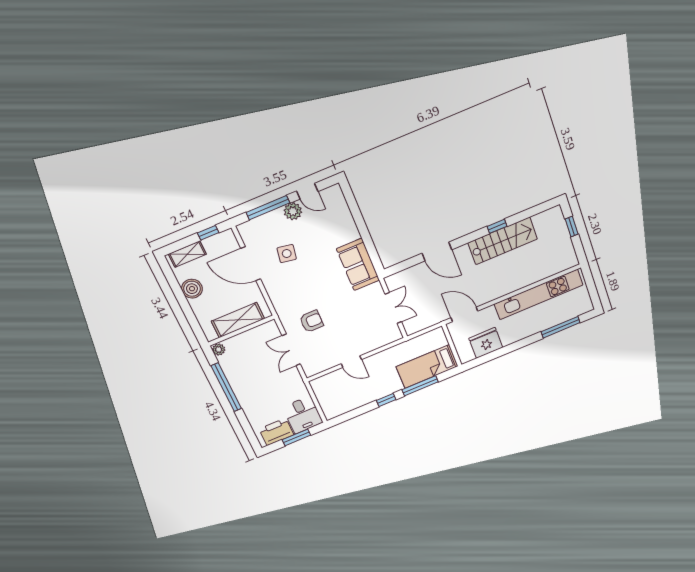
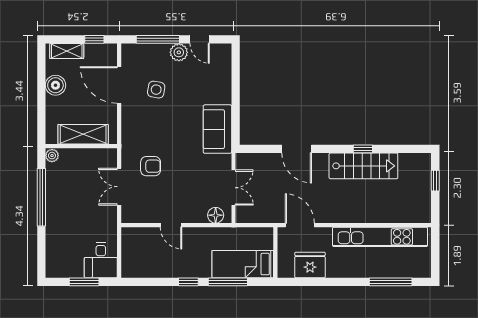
floor lamp: (387, 337) -> (216, 215), added
printer: (276, 432) -> (68, 267), removed

